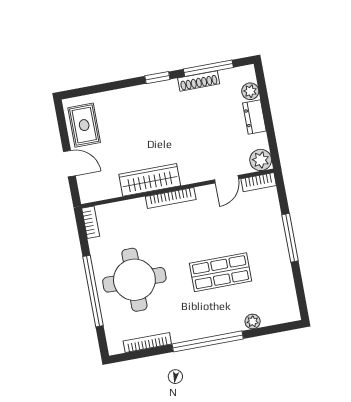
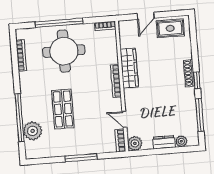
shoe rack: (199, 81) -> (189, 73), moved
plant: (253, 321) -> (33, 131), width x1.88, depth x1.88
window: (208, 341) -> (19, 118), moved

